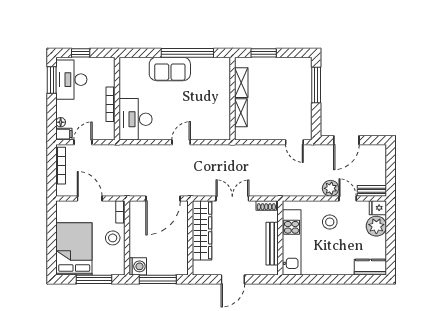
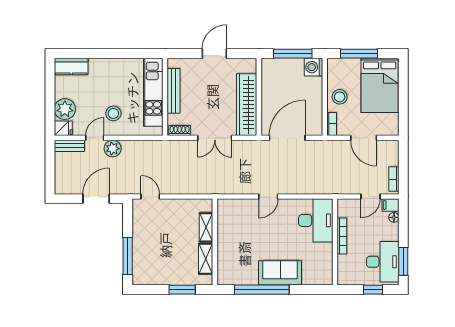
bookcase: (61, 166) -> (394, 179), width x0.64
door: (348, 198) -> (95, 138), swing flipped

